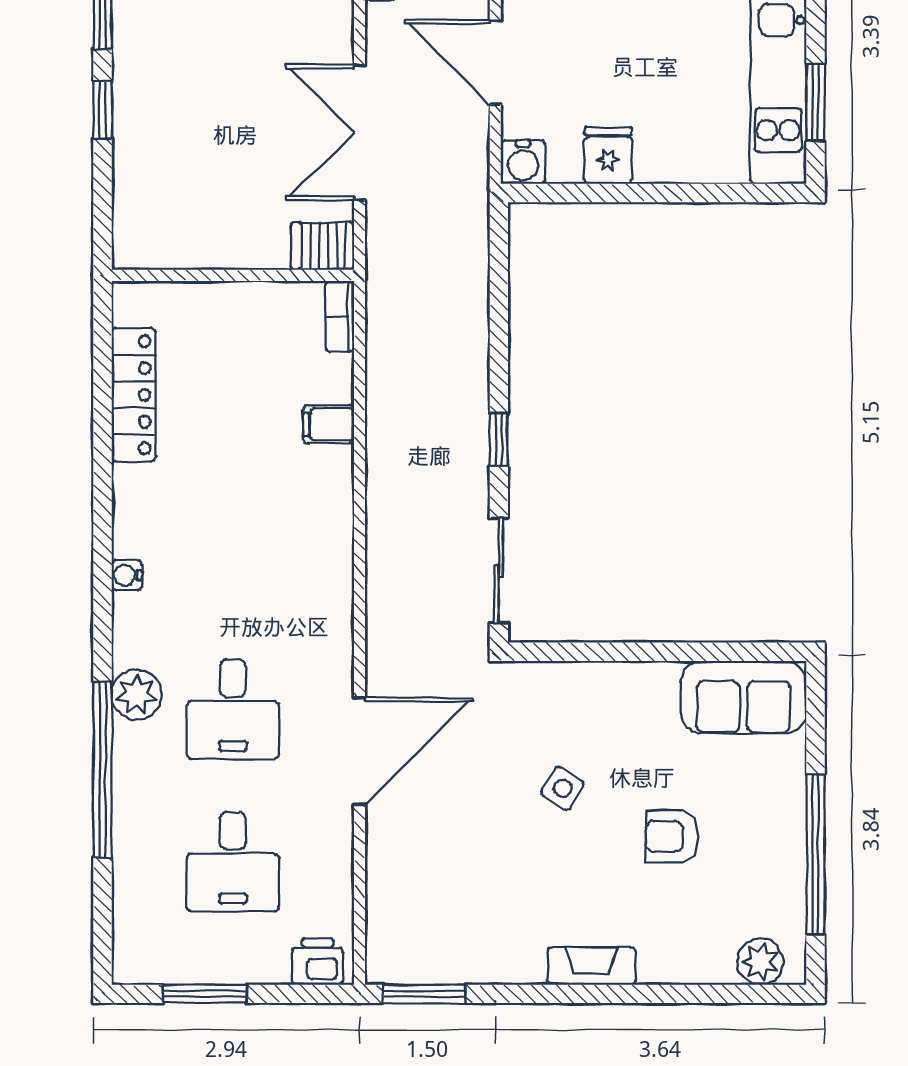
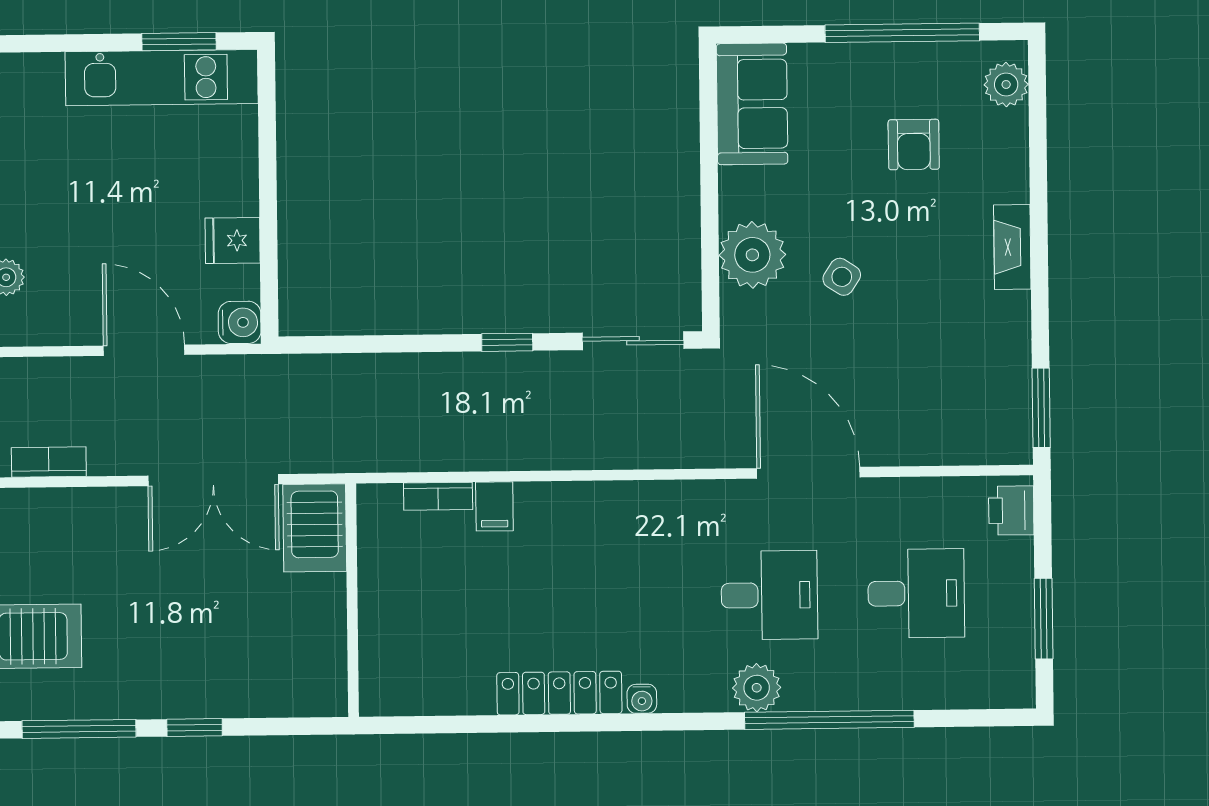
door: (495, 62) -> (144, 350), swing flipped
server rack: (322, 246) -> (315, 528), width x1.36, depth x1.44
bookcase: (340, 316) -> (438, 496), moved
locker: (134, 395) -> (559, 693), moved
plant: (587, 696) -> (752, 255), added
armchair: (672, 836) -> (914, 145), moved

